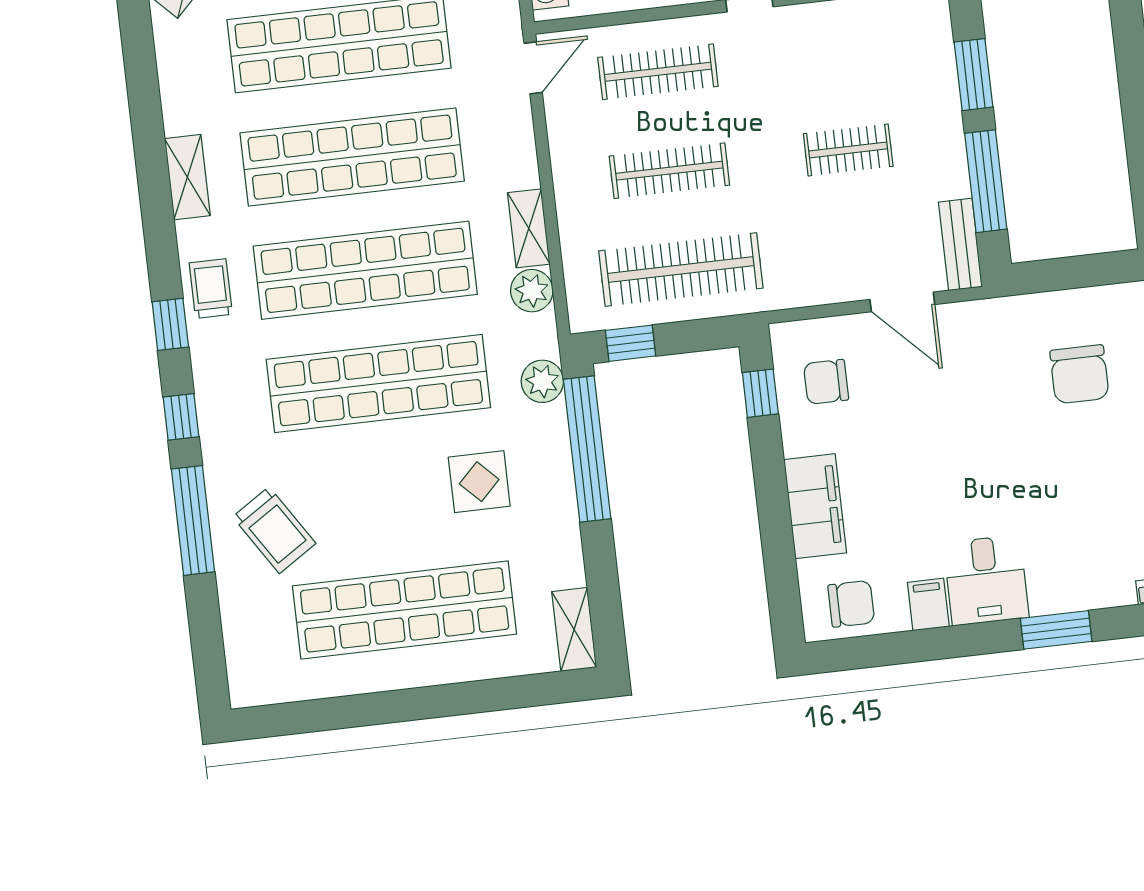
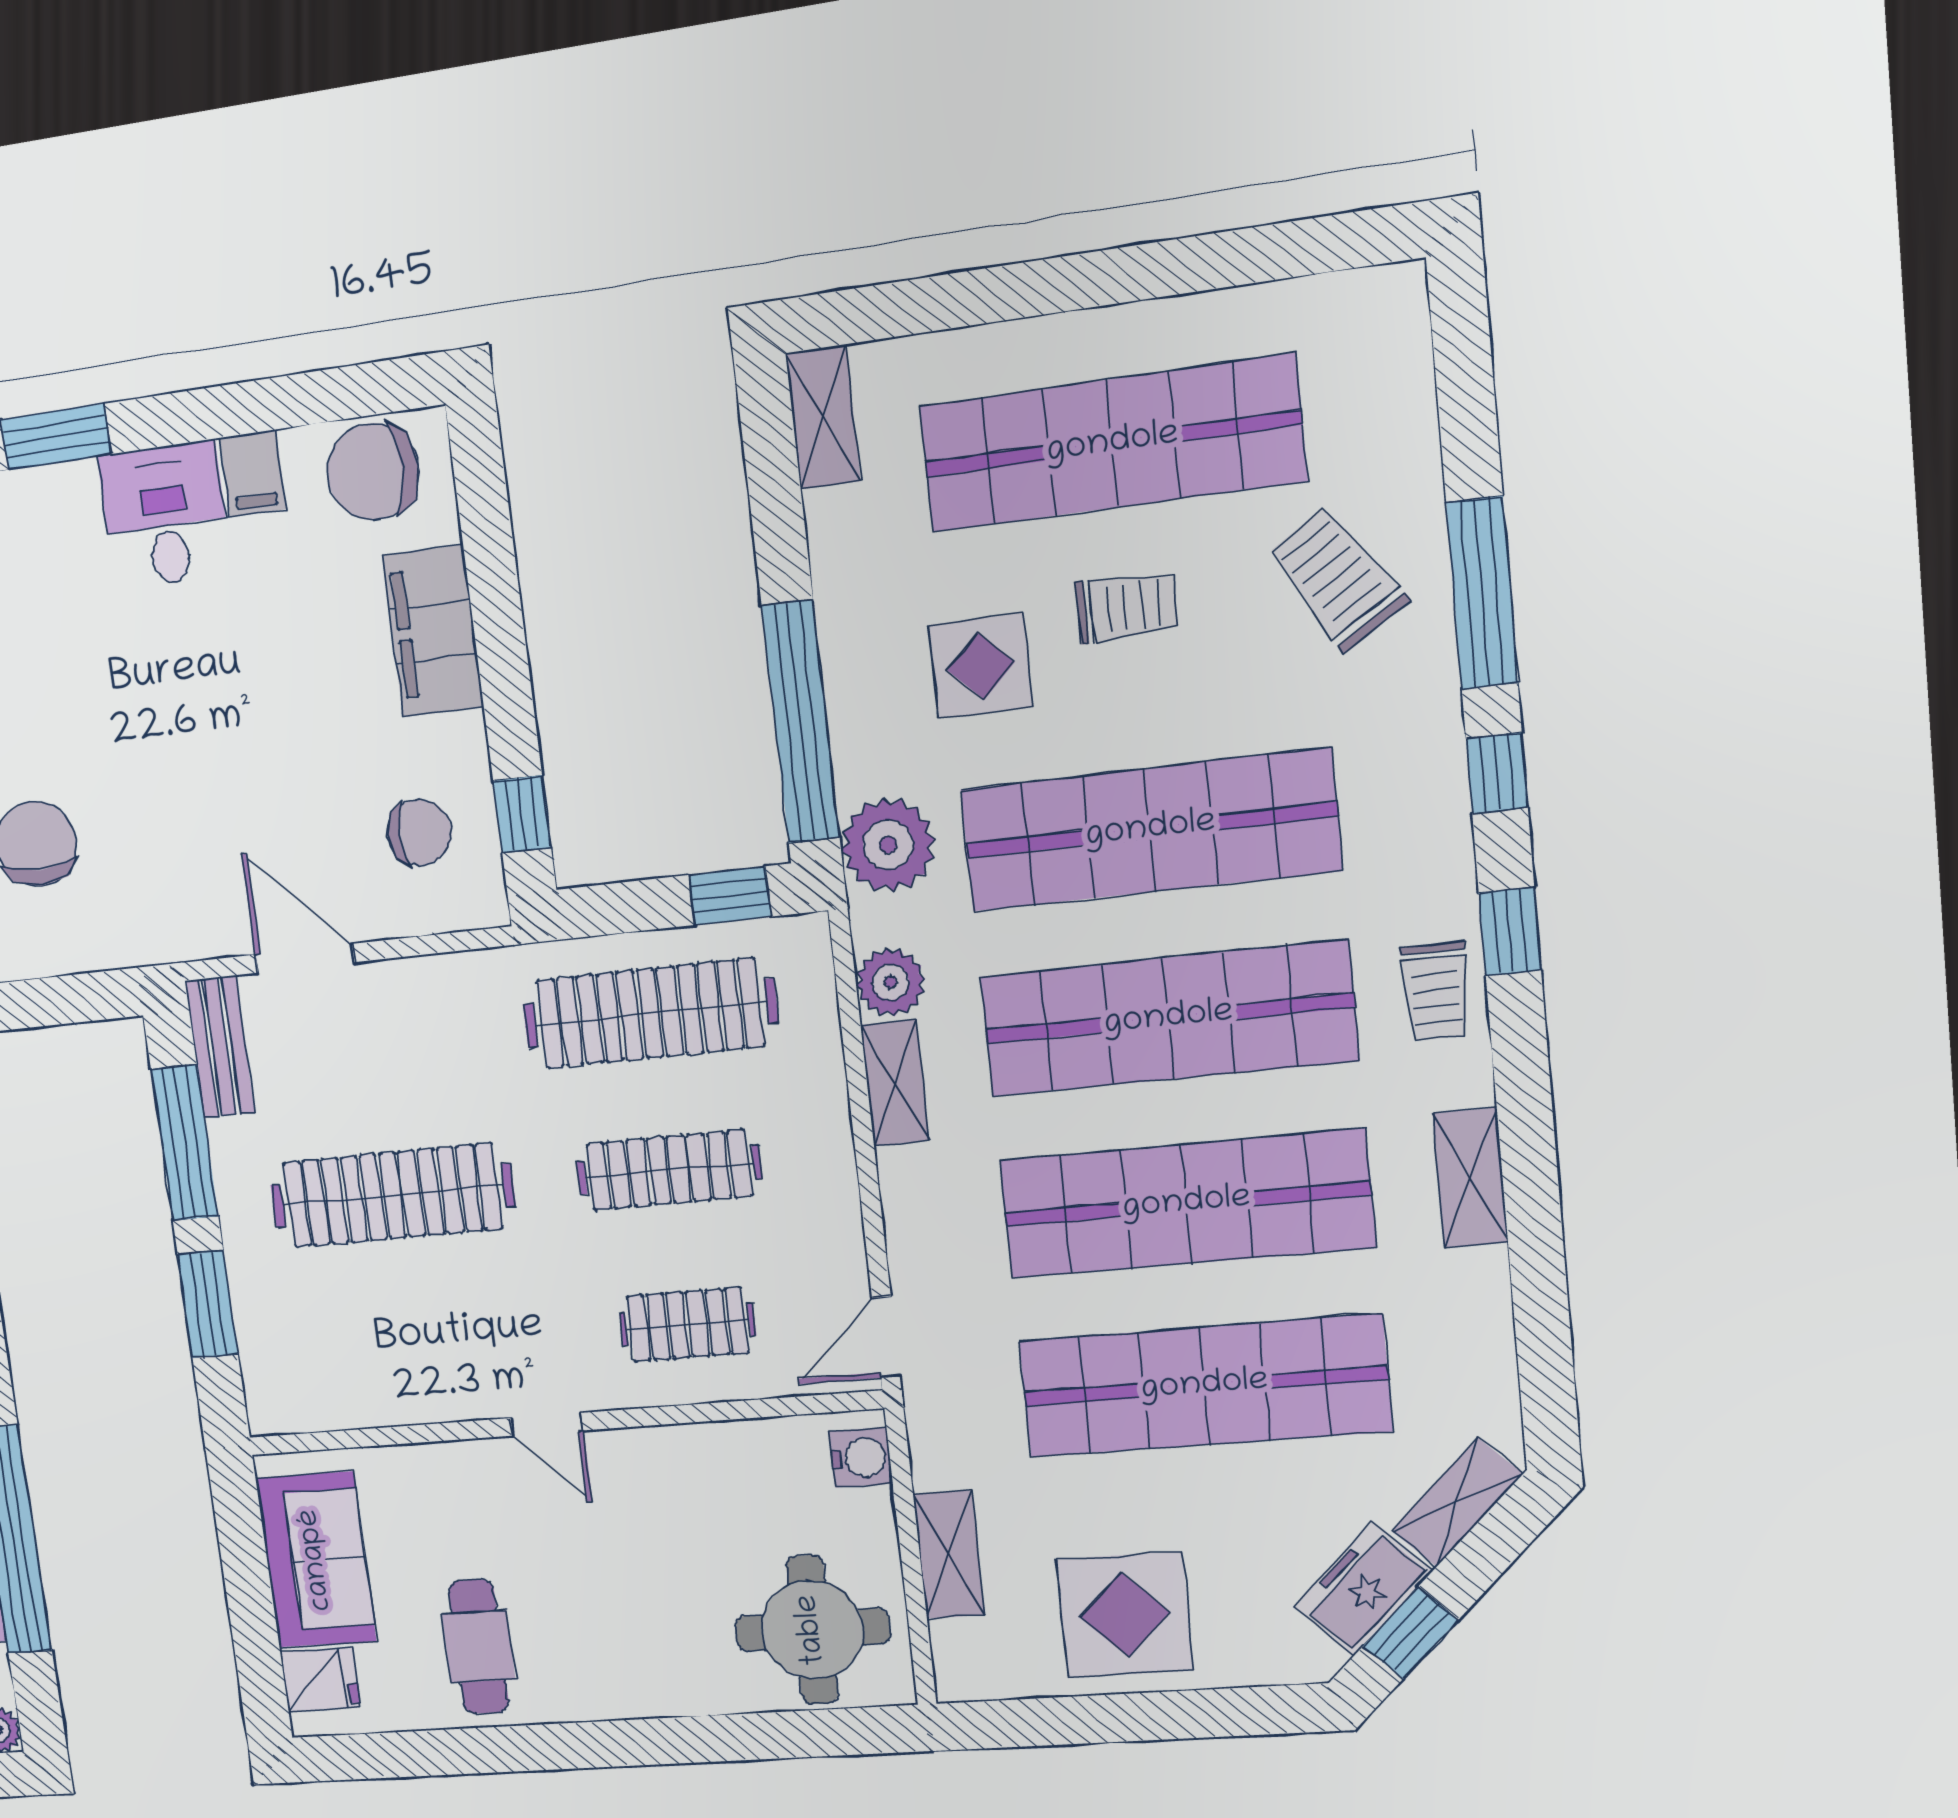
clothes rail: (658, 72) -> (688, 1325), width x0.73
clothes rail: (848, 150) -> (392, 1195), width x1.86, depth x1.31
plant: (542, 381) -> (888, 845), width x1.36, depth x1.36
trolley: (394, 515) -> (1127, 607), added
chair: (851, 604) -> (373, 472), width x1.37, depth x1.37

